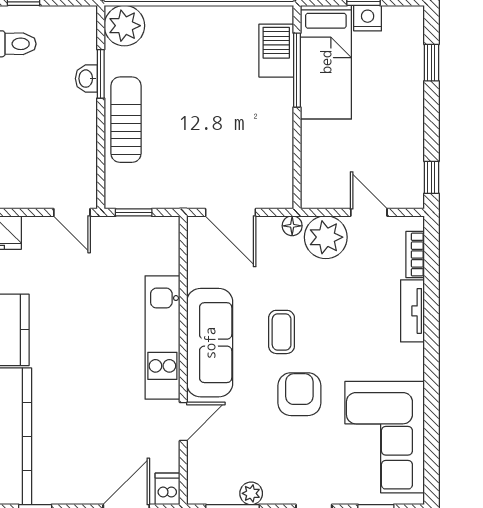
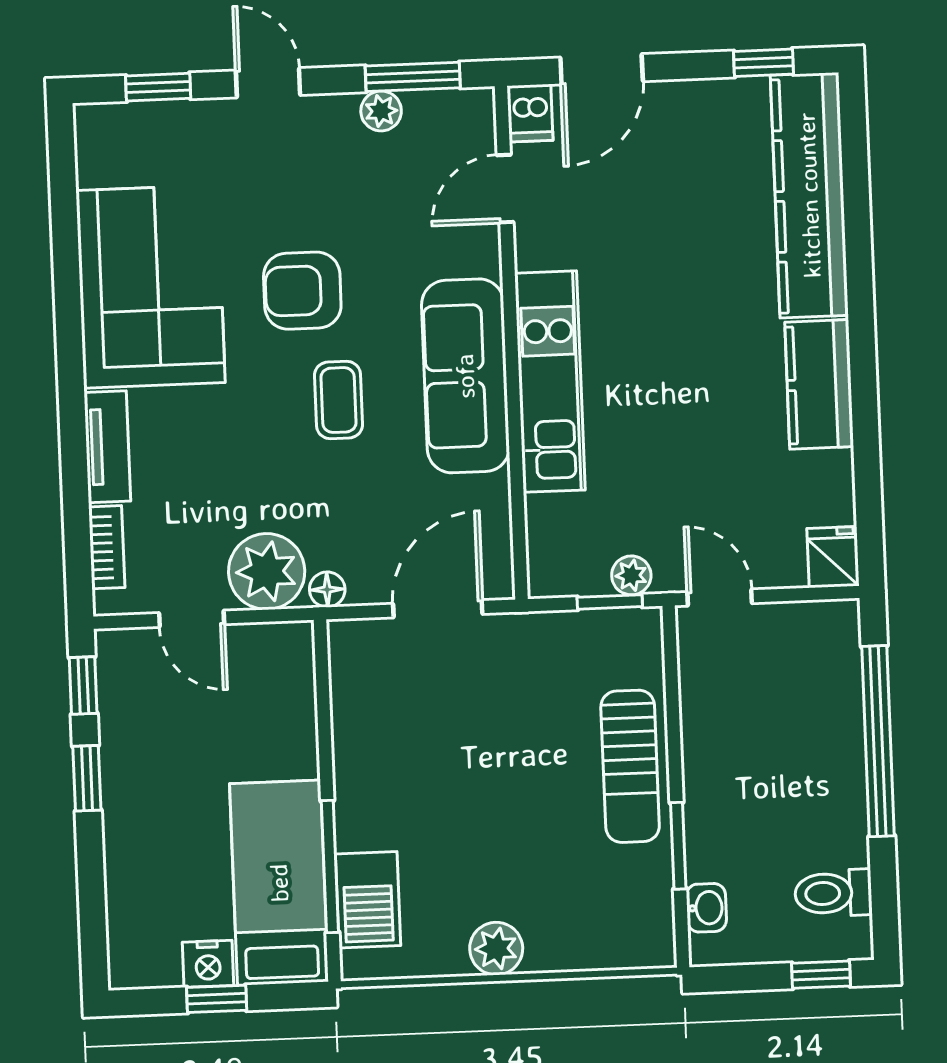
plant: (124, 26) -> (496, 949), moved, width x0.73, depth x0.73
window: (431, 63) -> (87, 778), moved
washbasin: (86, 79) -> (706, 908), moved
door: (230, 212) -> (438, 609), hinge flipped
plant: (121, 227) -> (631, 575), added
armchair: (299, 394) -> (302, 291), turned 90
door: (183, 421) -> (505, 189), moved
corner sofa: (385, 437) -> (151, 287), moved

